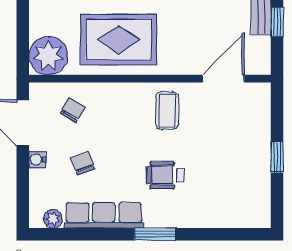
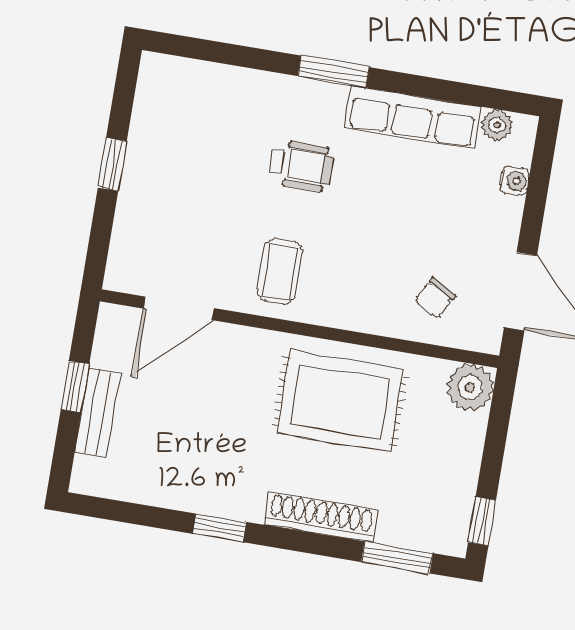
plant: (48, 56) -> (470, 387), width x0.73, depth x0.73
water cooler: (37, 160) -> (514, 181), moved
chair: (83, 163) -> (433, 208), removed

